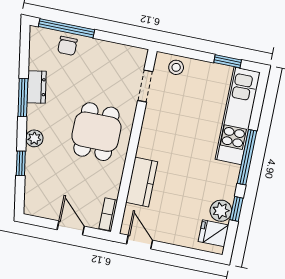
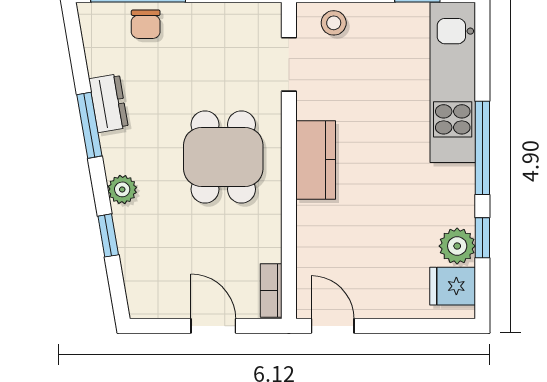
kitchen counter: (142, 182) -> (316, 160), moved

